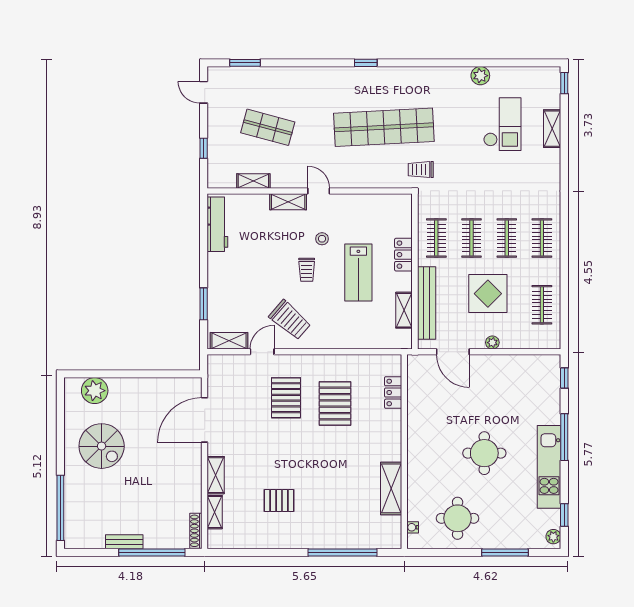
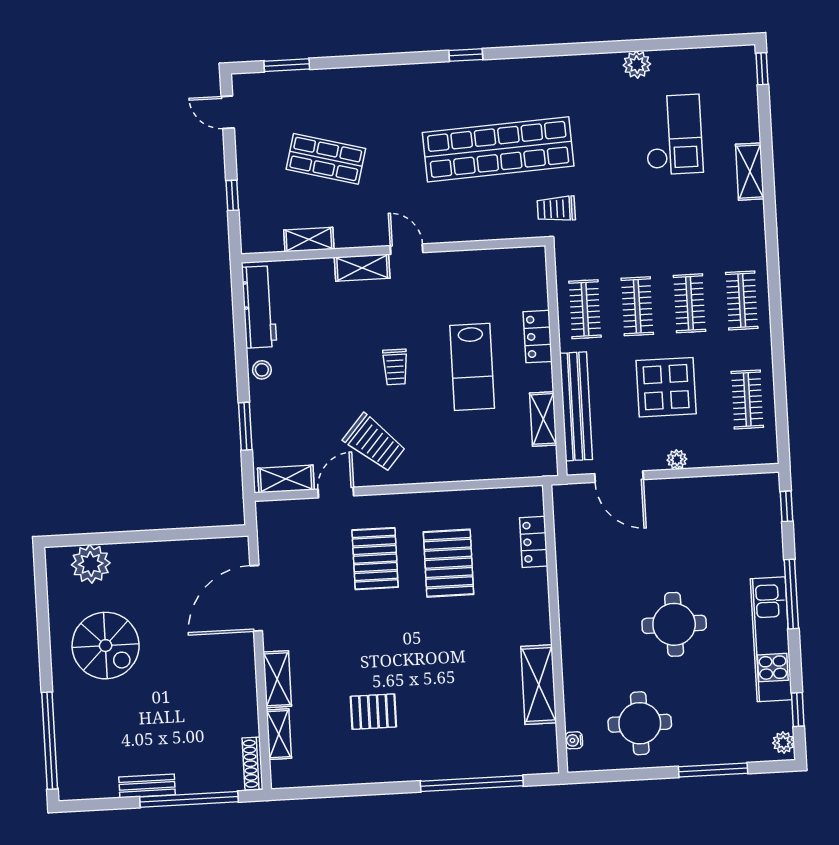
shelving: (552, 129) -> (750, 172), moved
stool: (322, 239) -> (262, 370), moved

